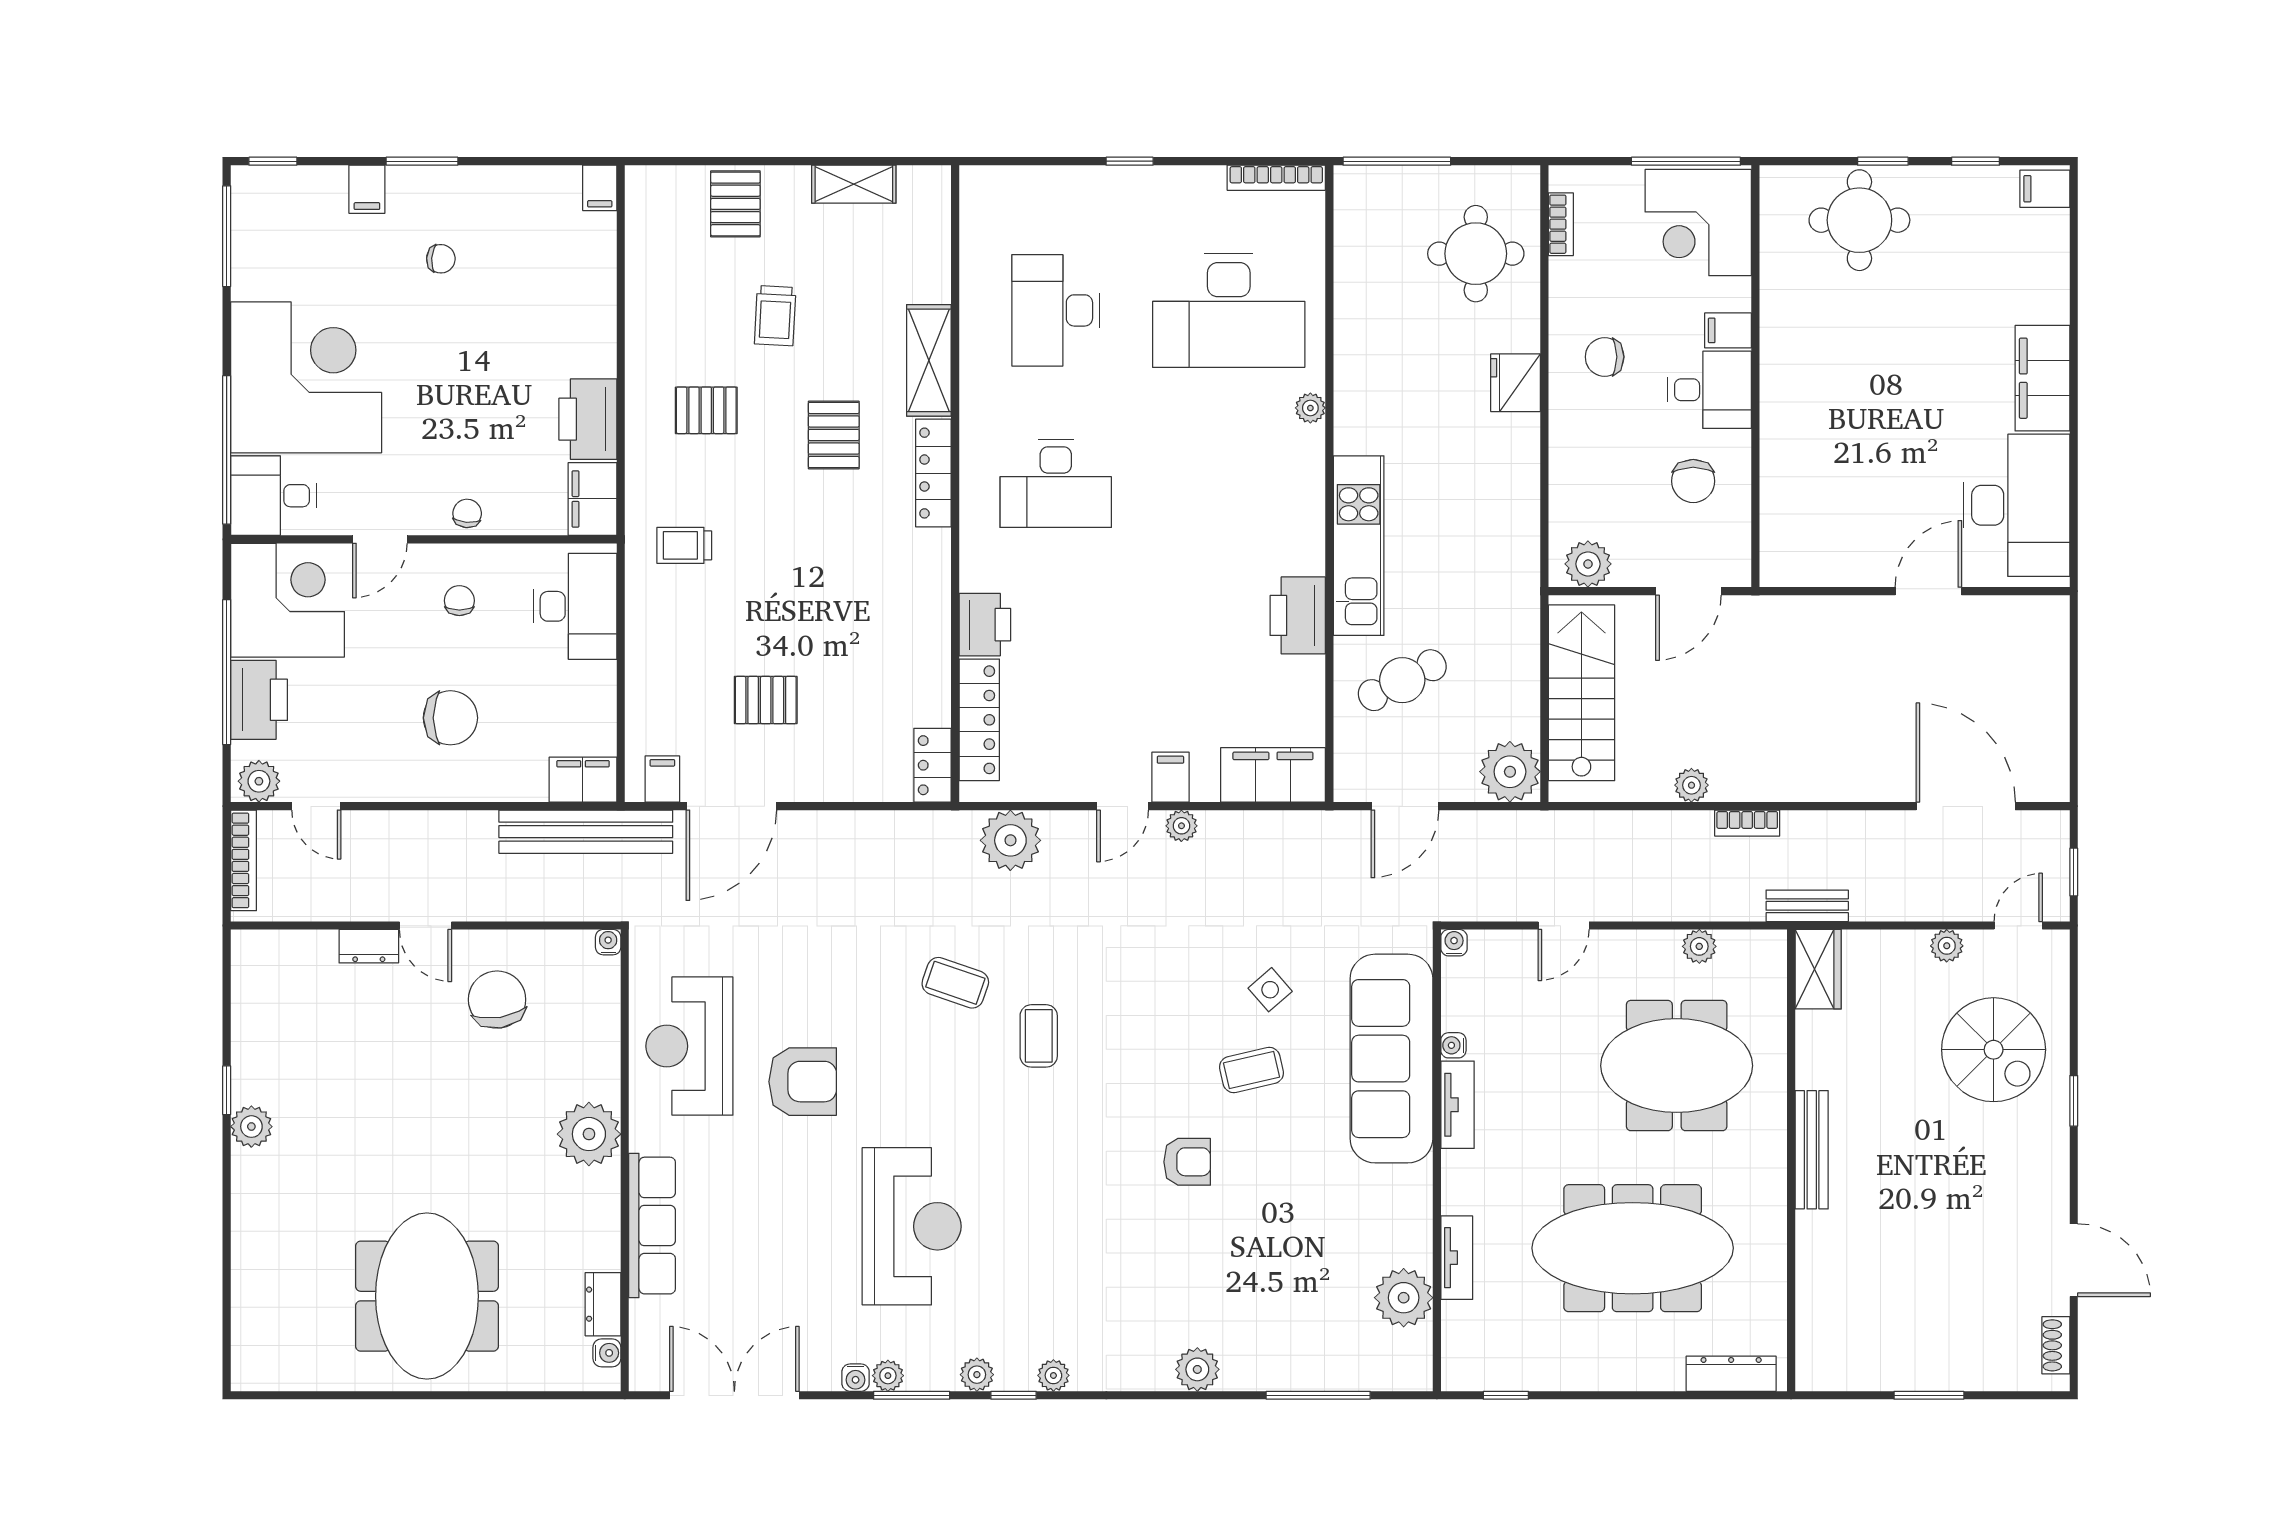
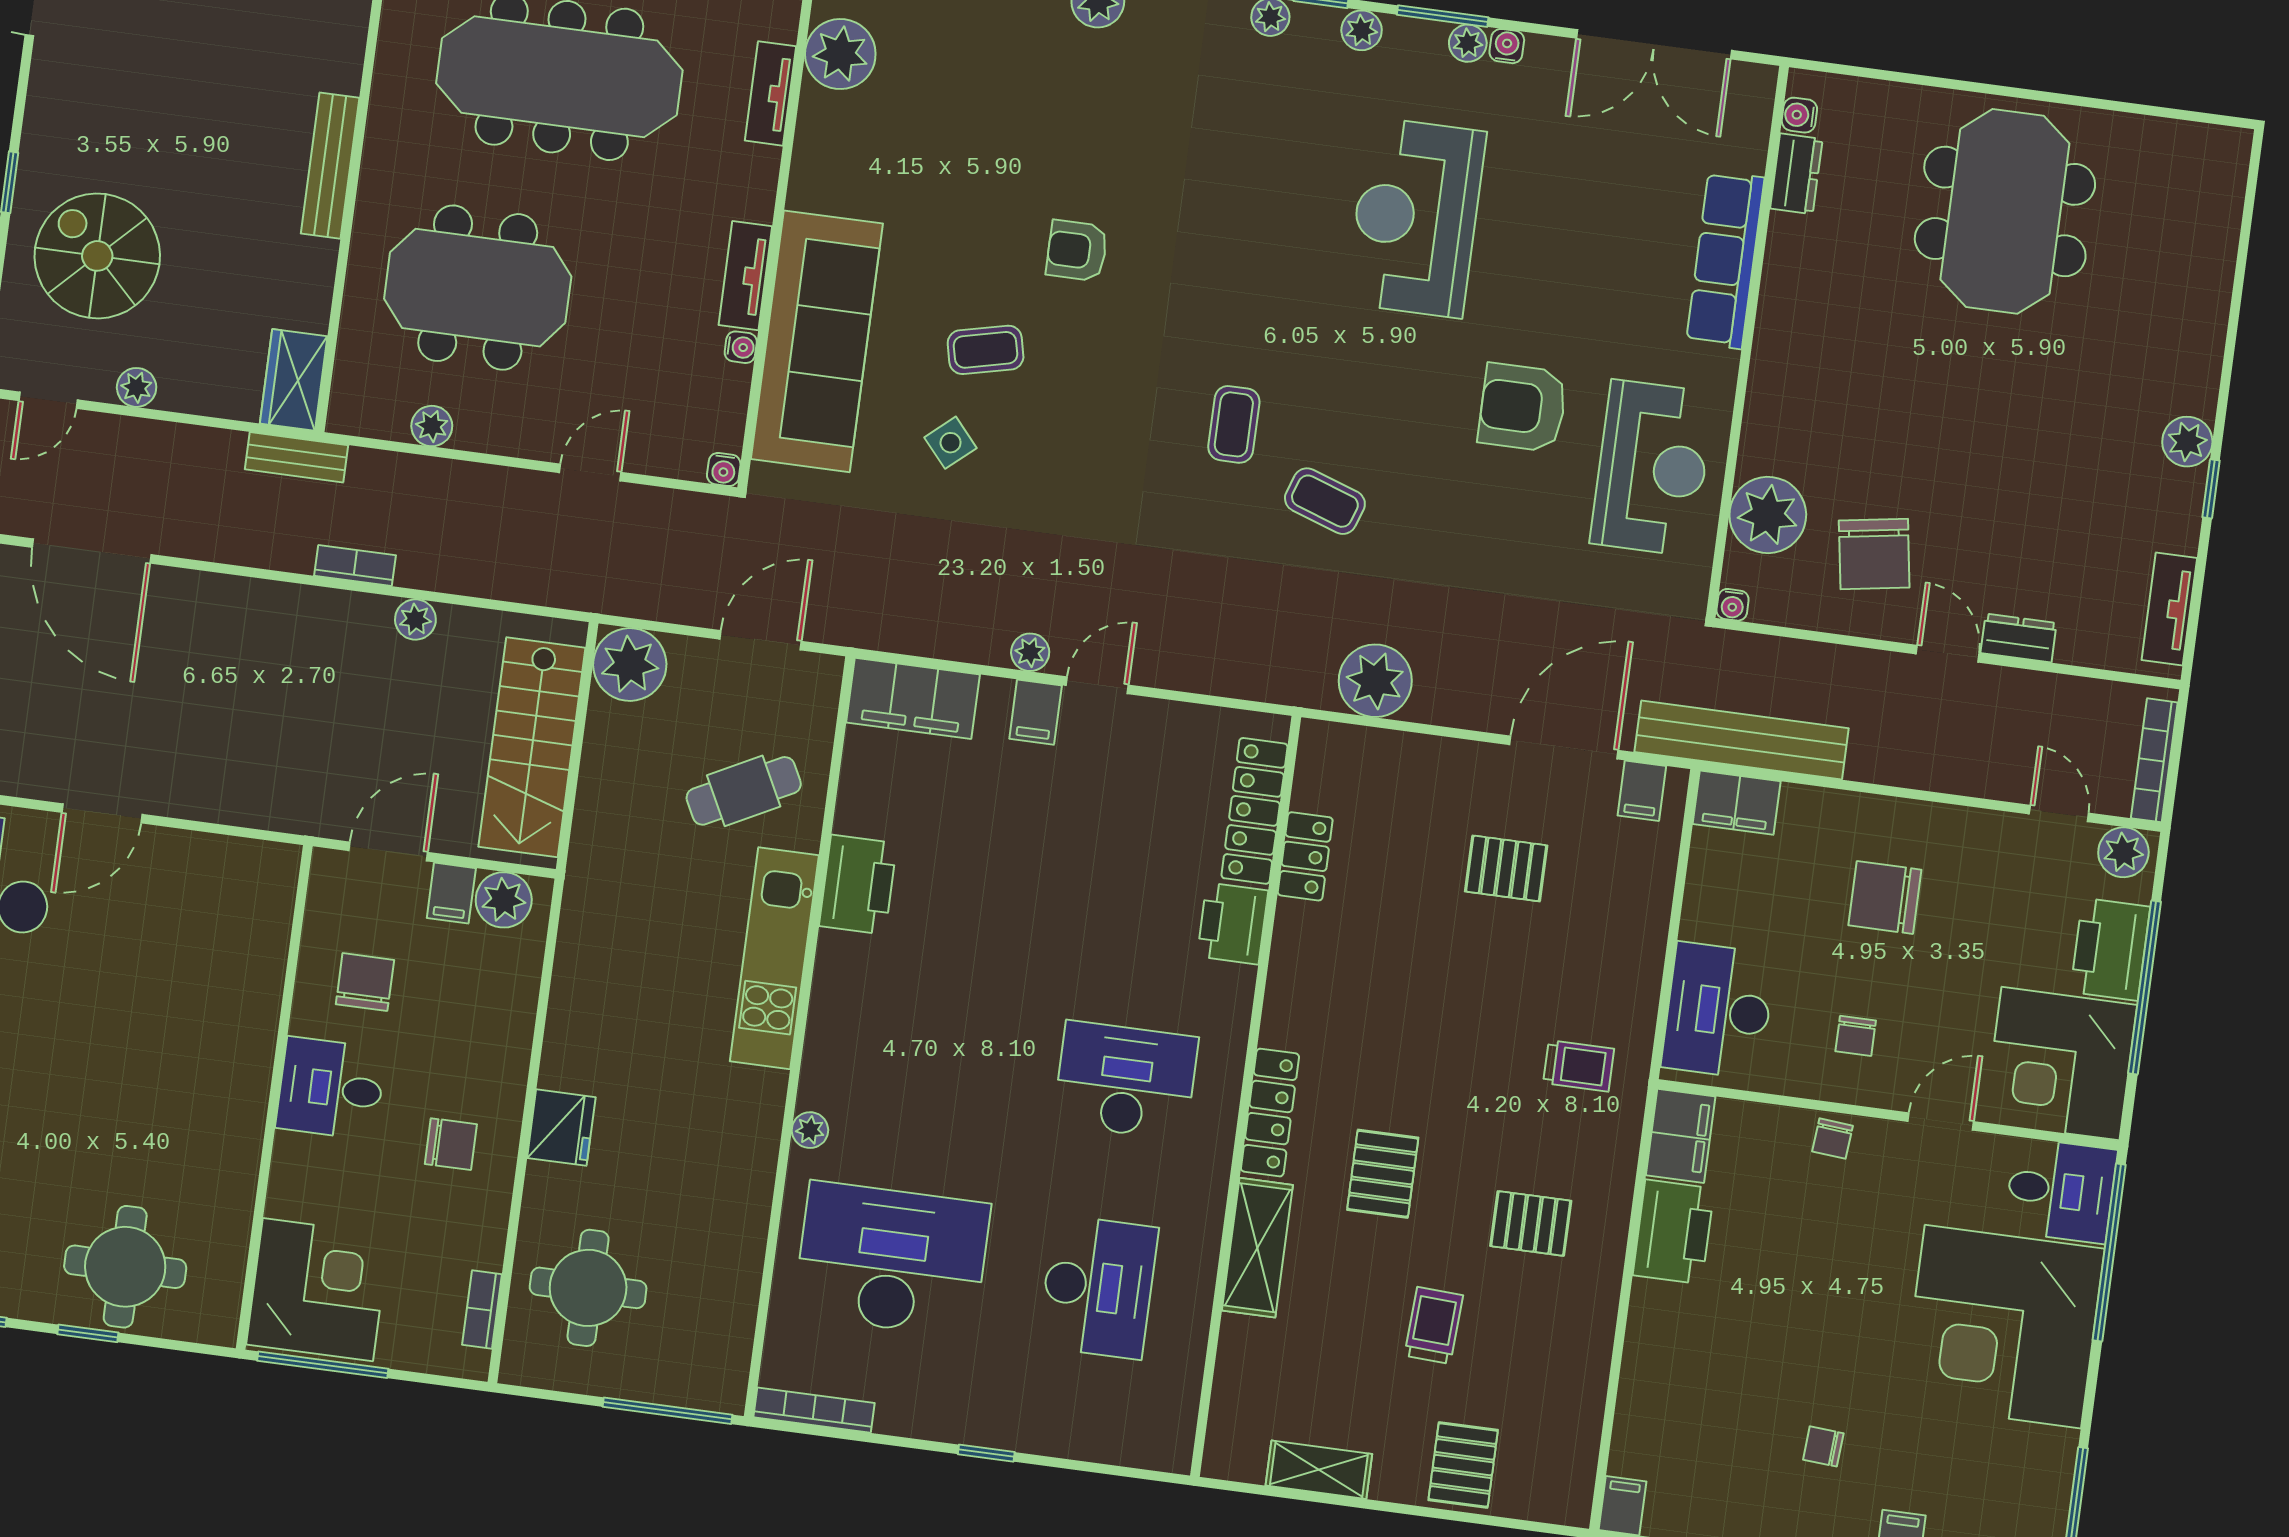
filing cabinet: (1728, 330) -> (451, 893), moved, turned 90
locker: (933, 765) -> (1305, 856), moved
plant: (1010, 840) -> (1375, 681), moved
tv unit: (248, 987) -> (2169, 609), added
plant: (589, 1134) -> (1768, 515), moved

